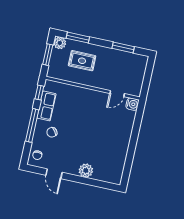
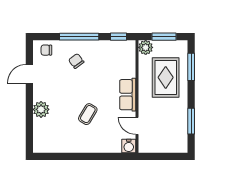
plant: (60, 43) -> (146, 47), moved
rug: (82, 61) -> (166, 77), width x1.36, depth x1.43
row of seats: (46, 106) -> (128, 95), moved, turned 90
coffee table: (98, 132) -> (88, 114), added

